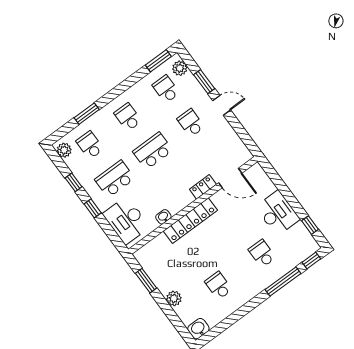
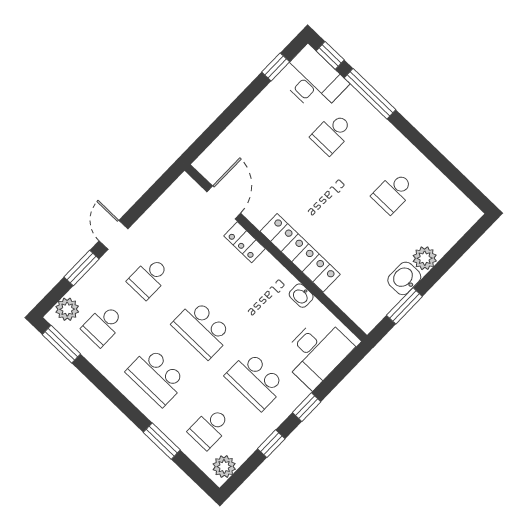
school desk: (128, 117) -> (156, 377), width x1.85
desk: (278, 213) -> (313, 80), moved, turned 90
washbasin: (198, 329) -> (404, 278), moved, turned 90

